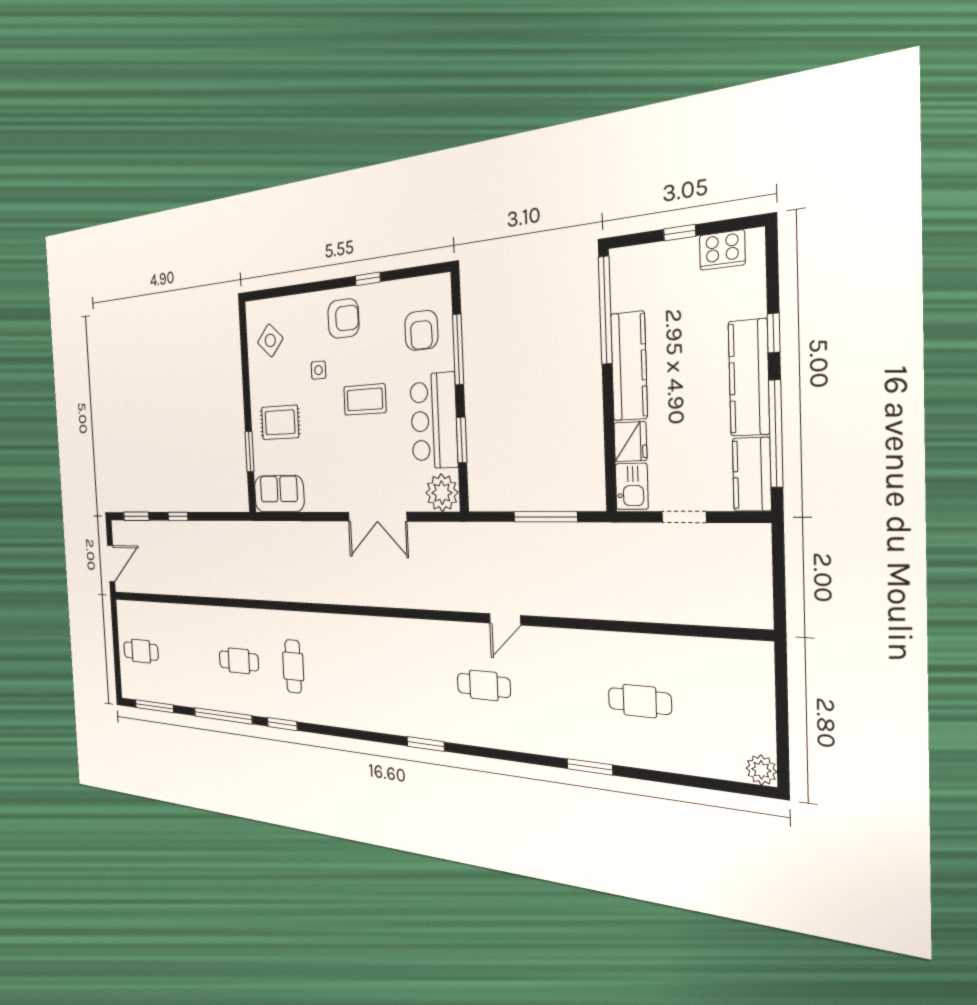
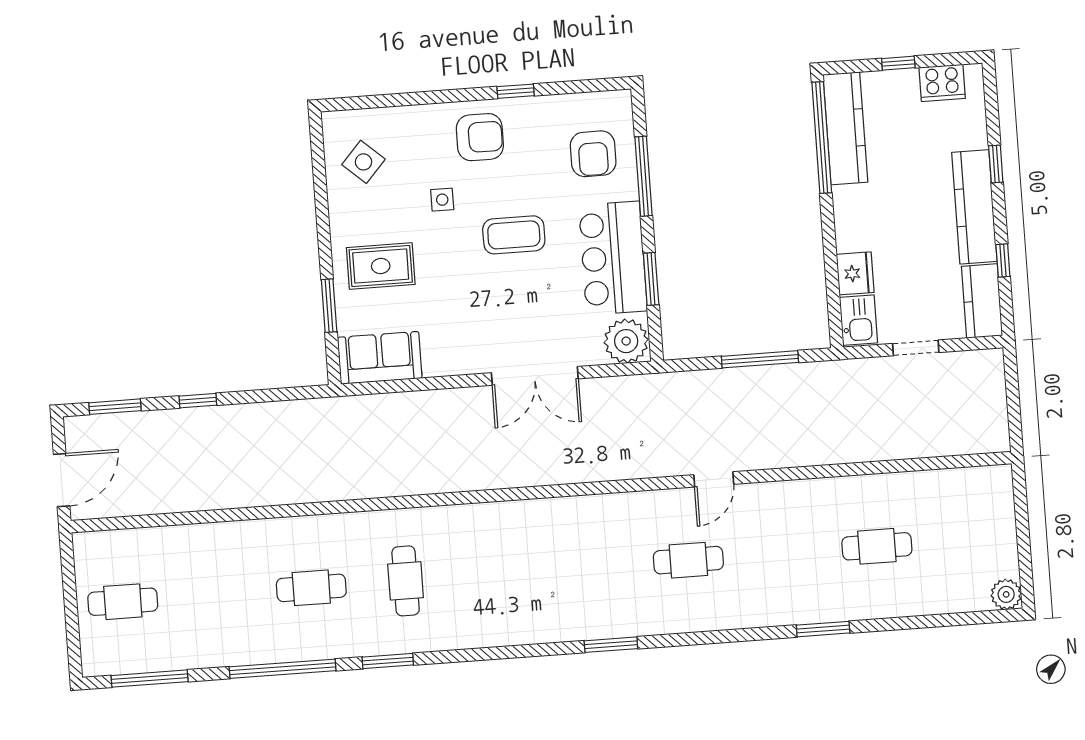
kitchen counter: (629, 366) -> (845, 128), moved
window: (776, 434) -> (1003, 260), width x0.32

